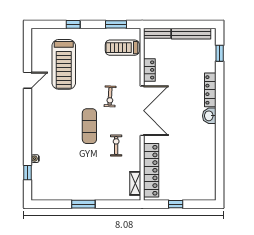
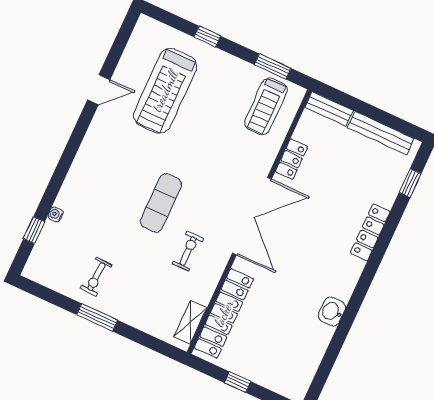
treadmill: (122, 48) -> (266, 106), turned -90
exercise bike: (110, 96) -> (96, 277), moved
washbasin: (209, 116) -> (332, 312), moved

